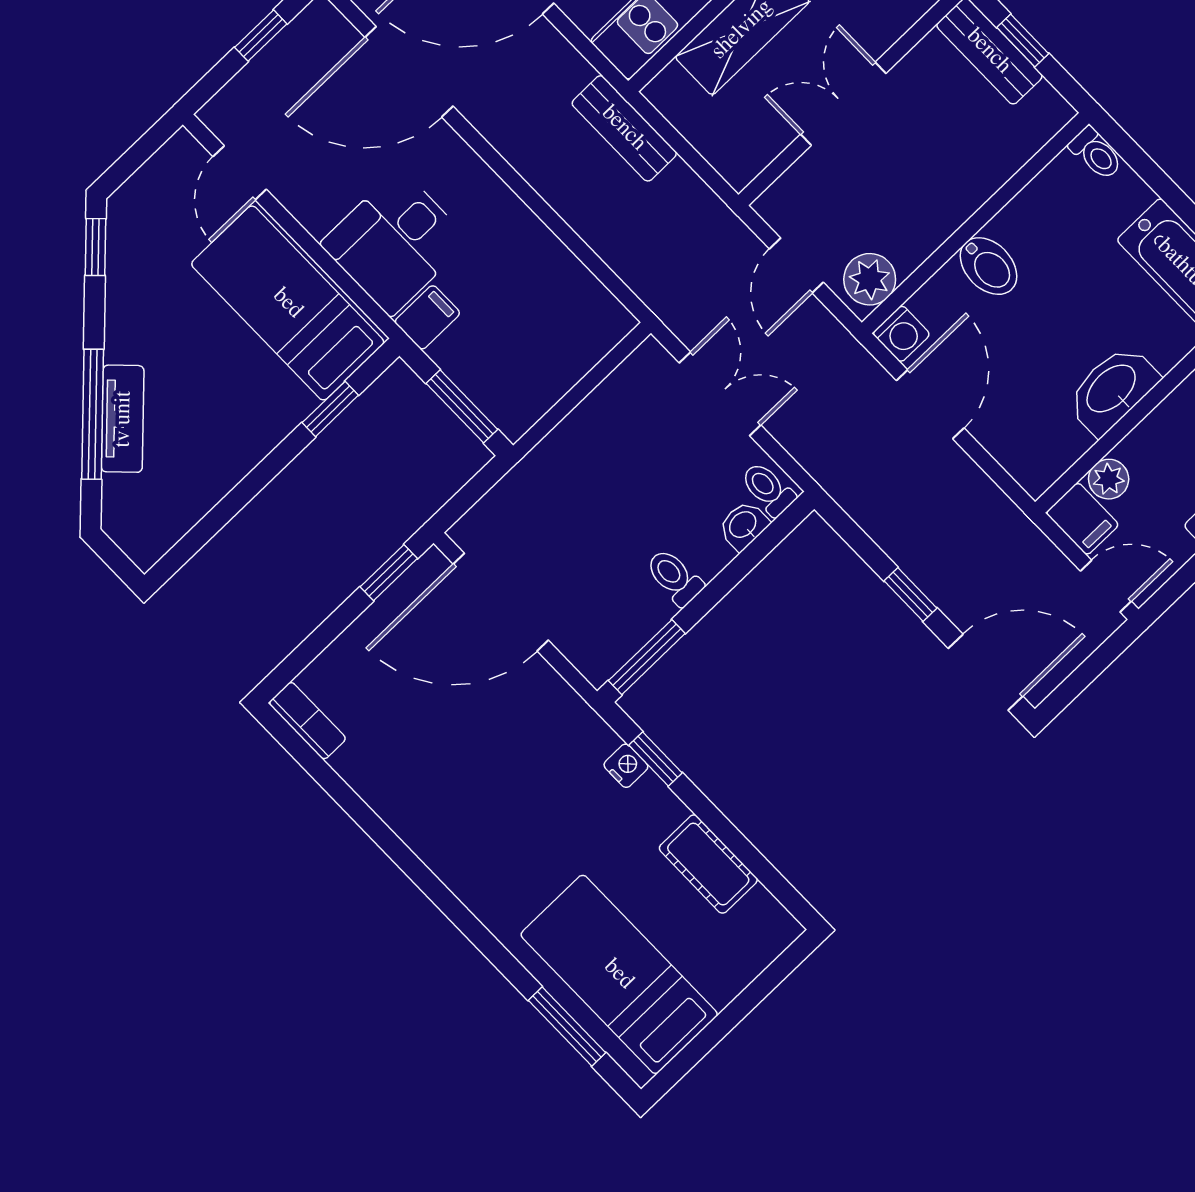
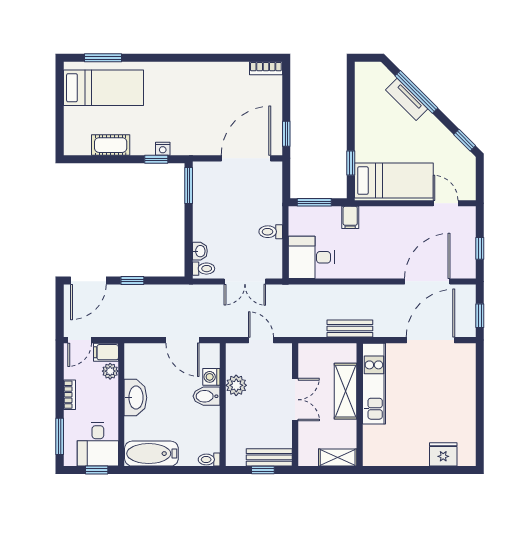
desk: (395, 242) -> (311, 257), moved, turned -90
plant: (870, 279) -> (236, 385), moved
washing machine: (901, 334) -> (211, 377), moved
toilet: (674, 577) -> (271, 232), moved, turned 180

